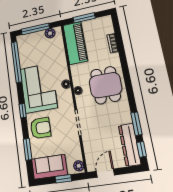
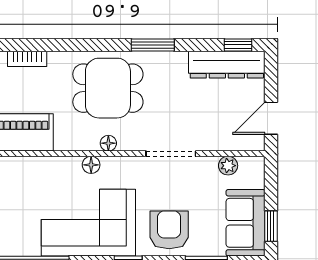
window: (136, 124) -> (153, 45), moved
plant: (79, 166) -> (228, 166), moved
door: (105, 173) -> (271, 118), hinge flipped
window: (63, 179) -> (271, 226), moved

